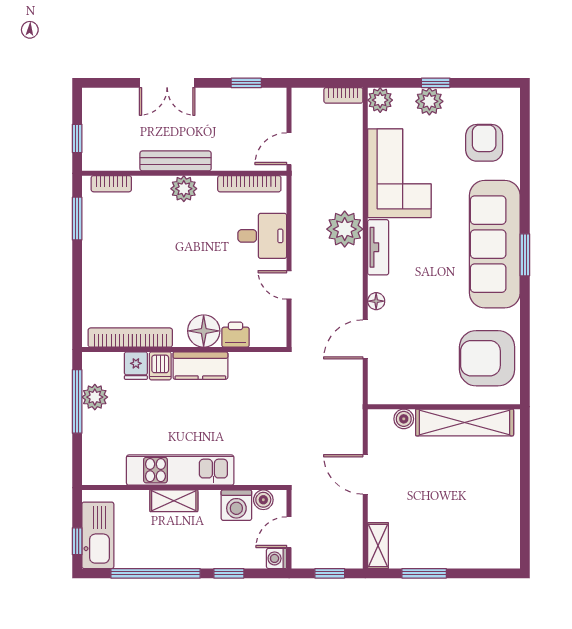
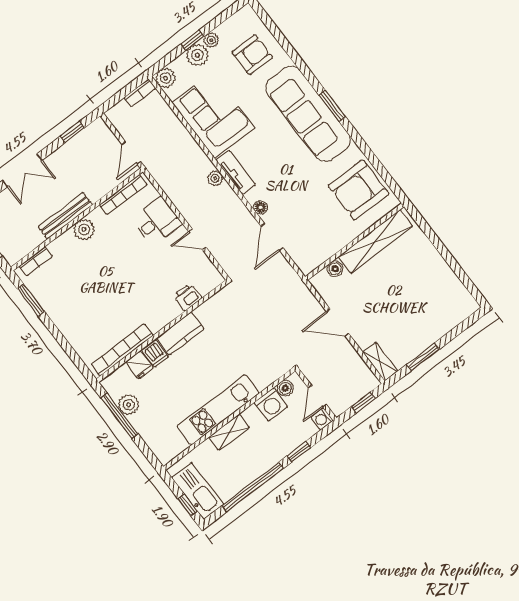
plant: (454, 97) -> (211, 40), added
armchair: (484, 143) -> (252, 55), turned 90
plant: (345, 229) -> (215, 178), width x0.53, depth x0.53
floor lamp: (204, 331) -> (166, 310), removed

